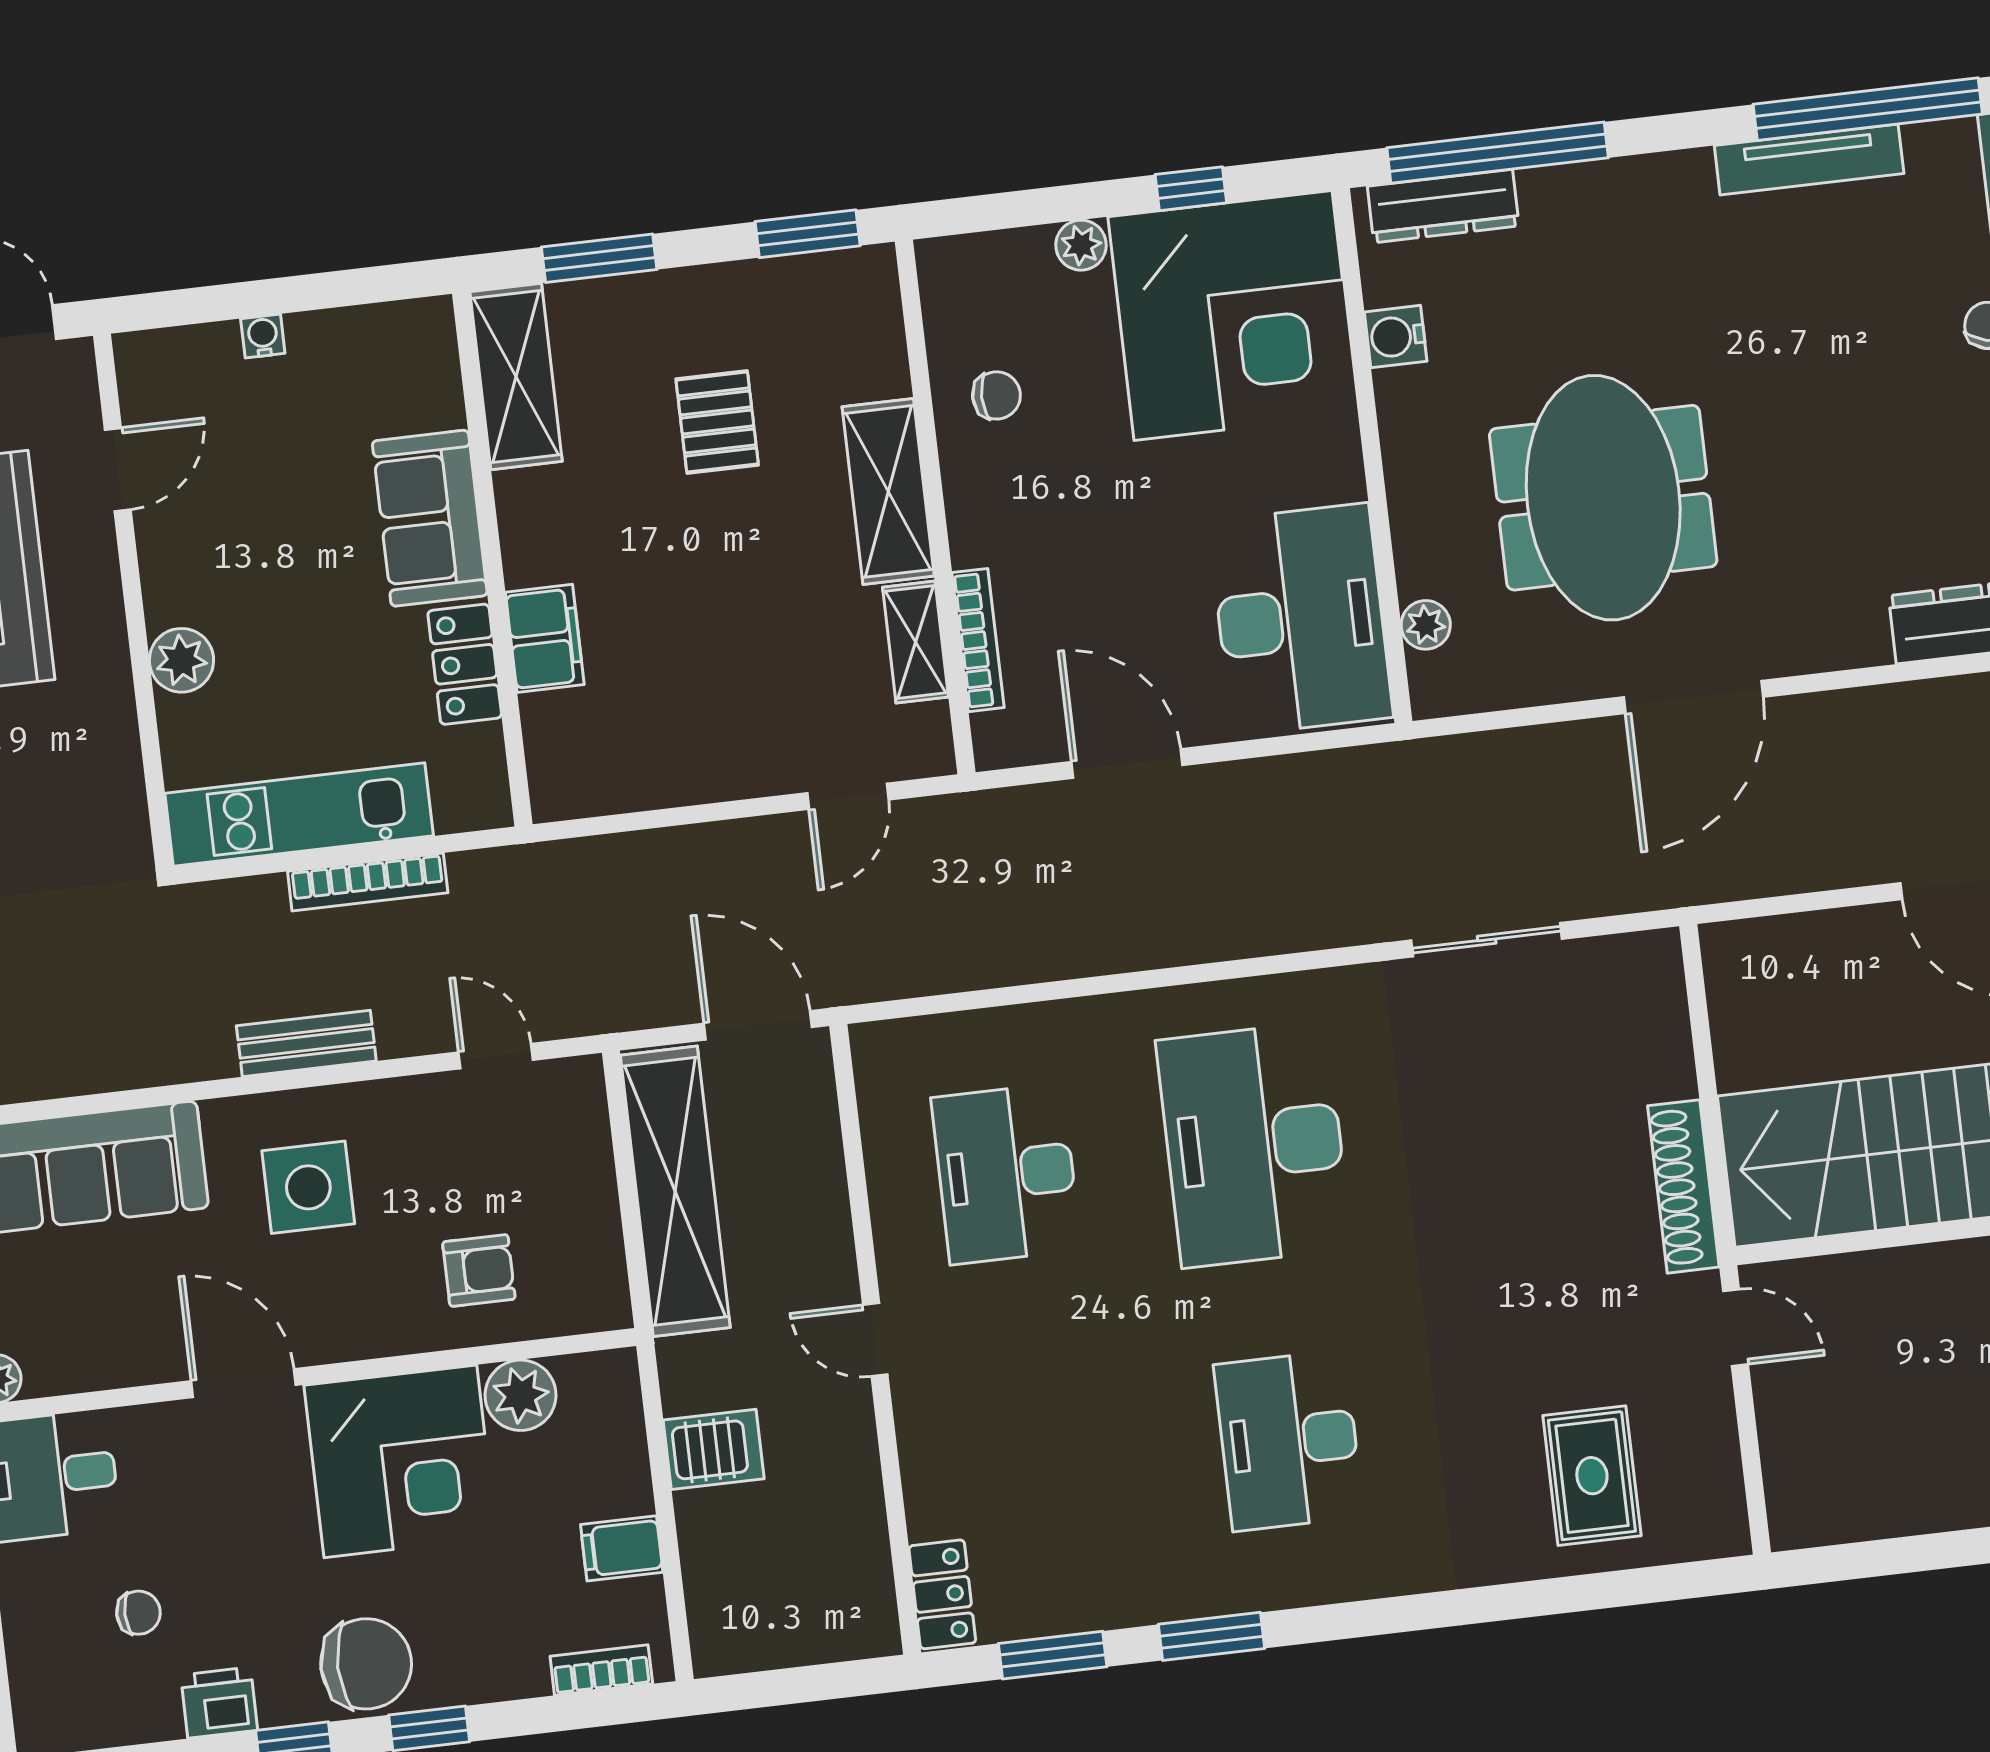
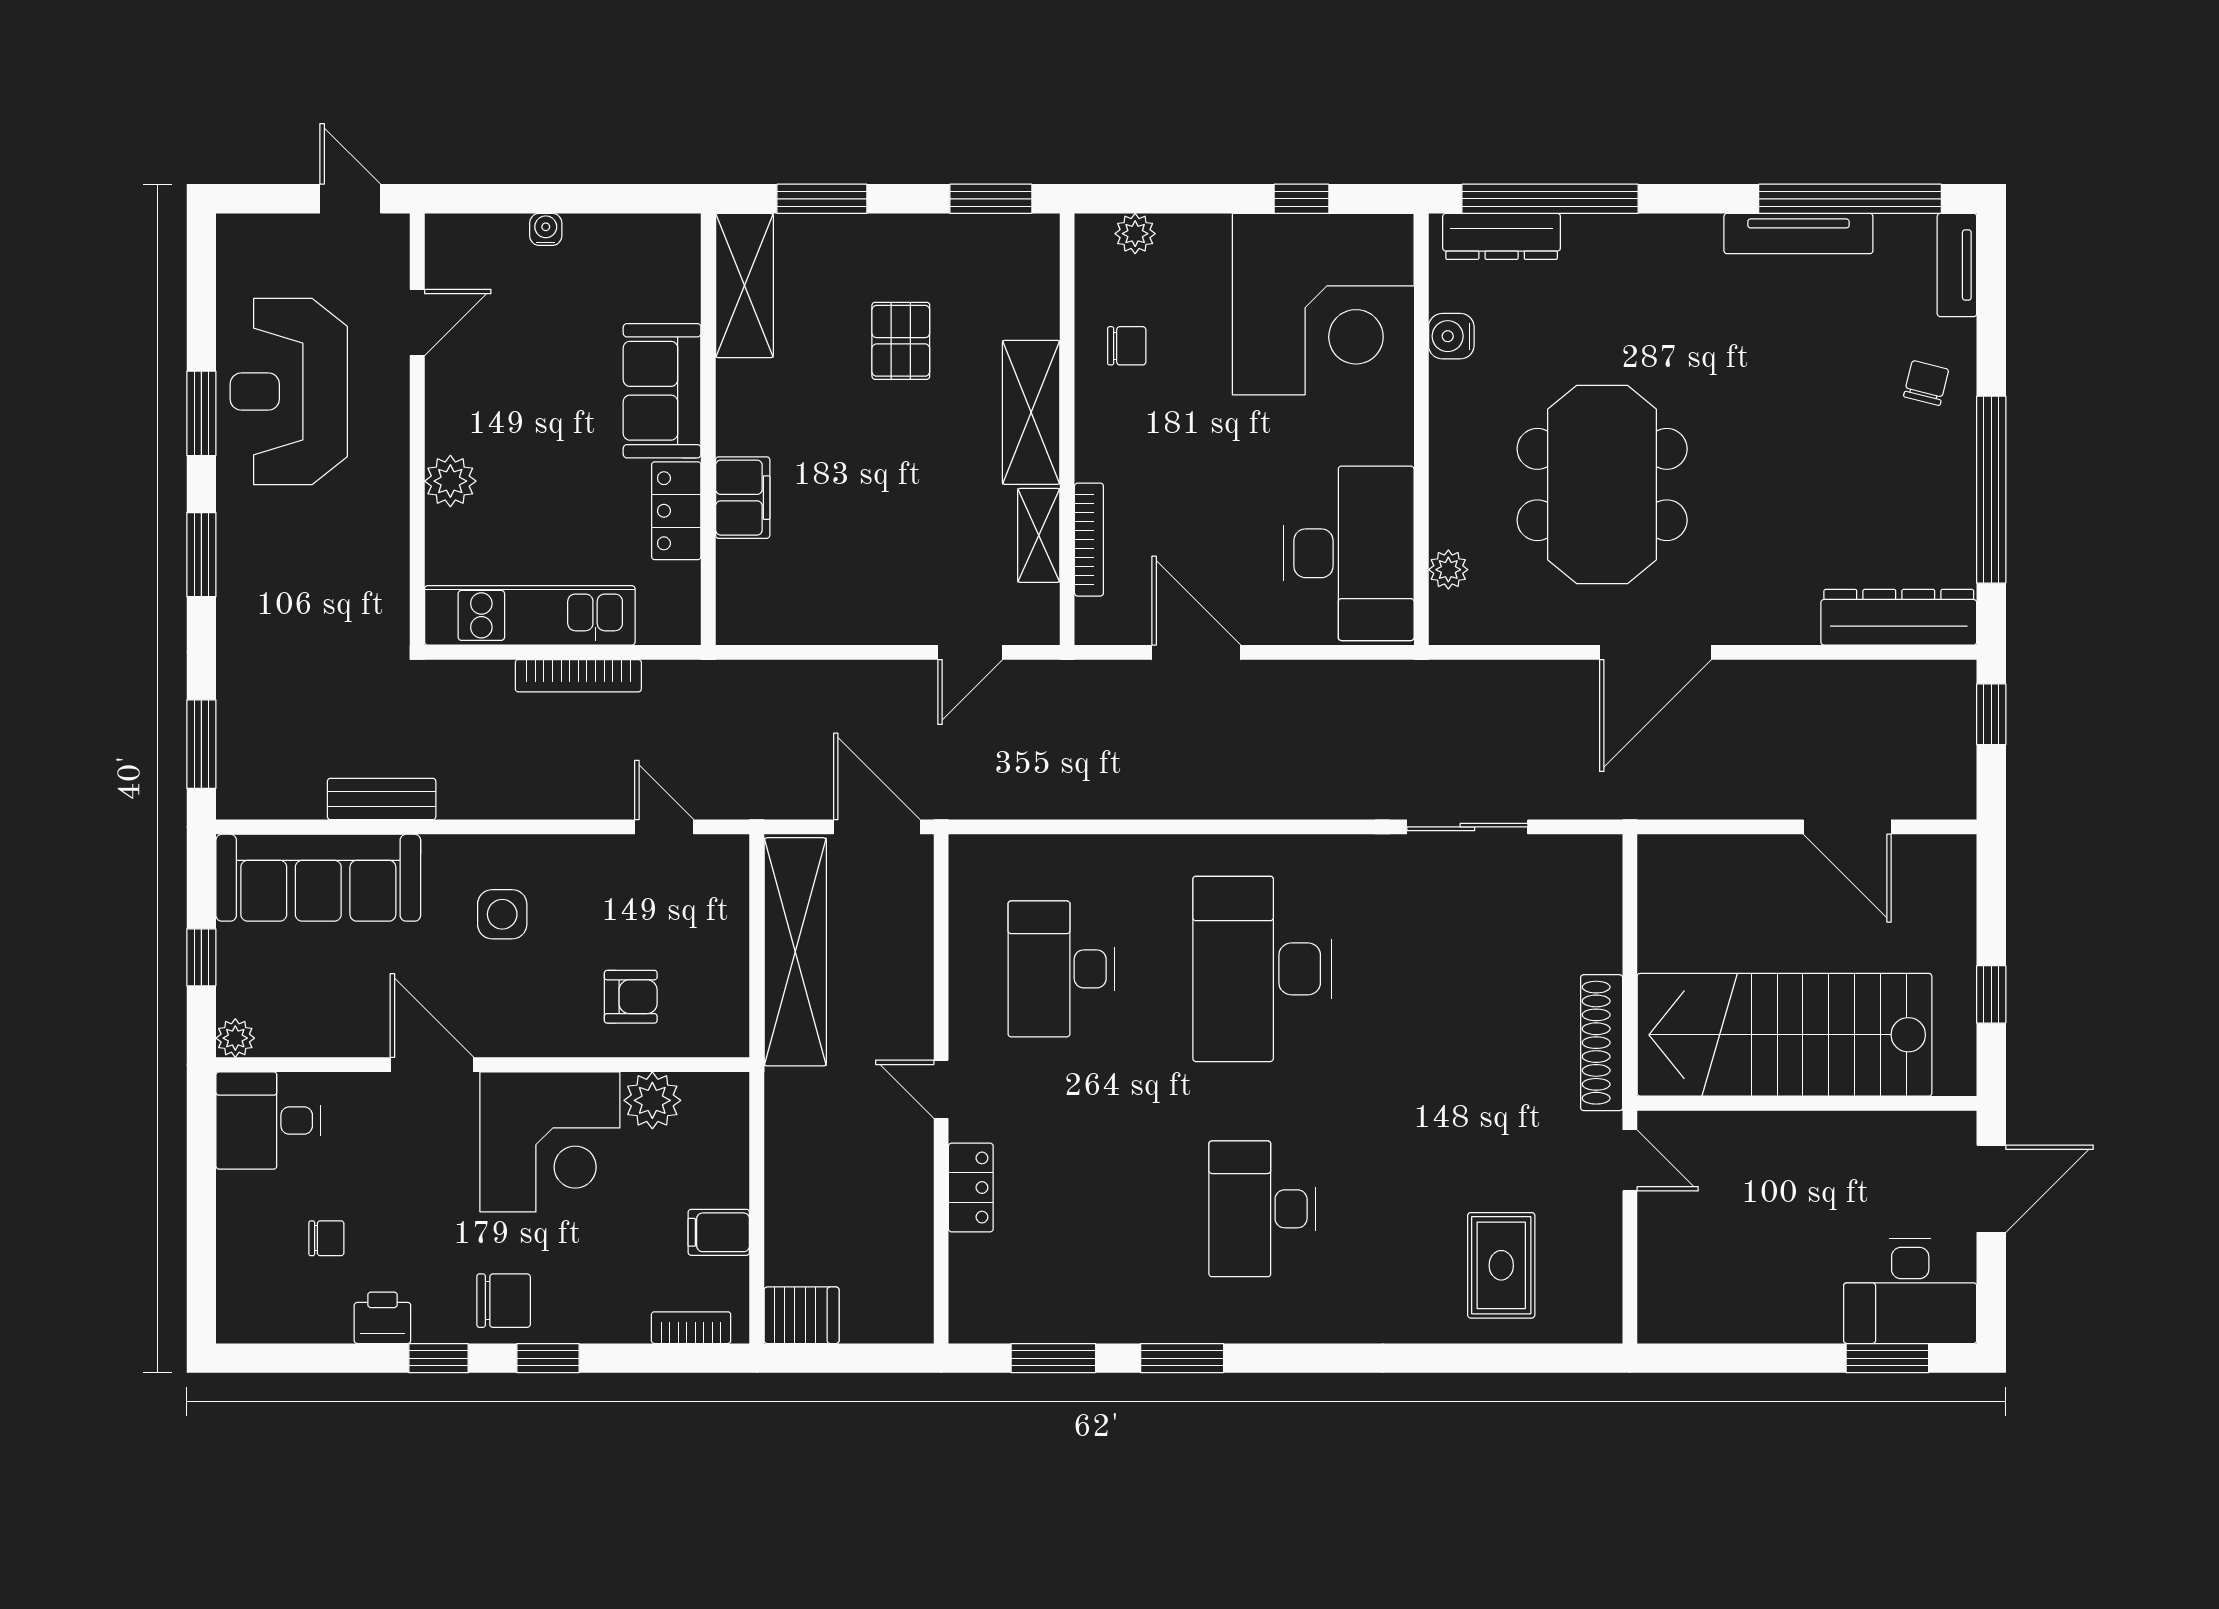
plant: (1081, 245) -> (1135, 234), moved
bench: (306, 1043) -> (382, 799), moved
side table: (308, 1187) -> (502, 914), width x0.73, depth x0.73
server rack: (714, 1449) -> (802, 1315), moved
locker: (942, 1594) -> (971, 1188), moved
chair: (366, 1664) -> (504, 1301), width x0.73, depth x0.73

